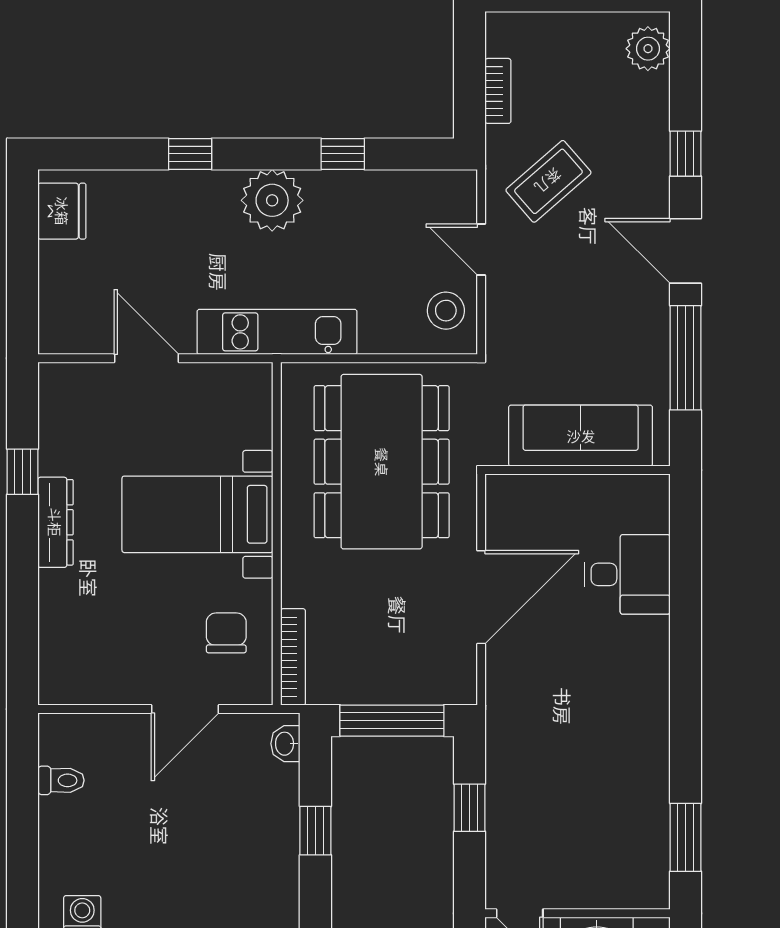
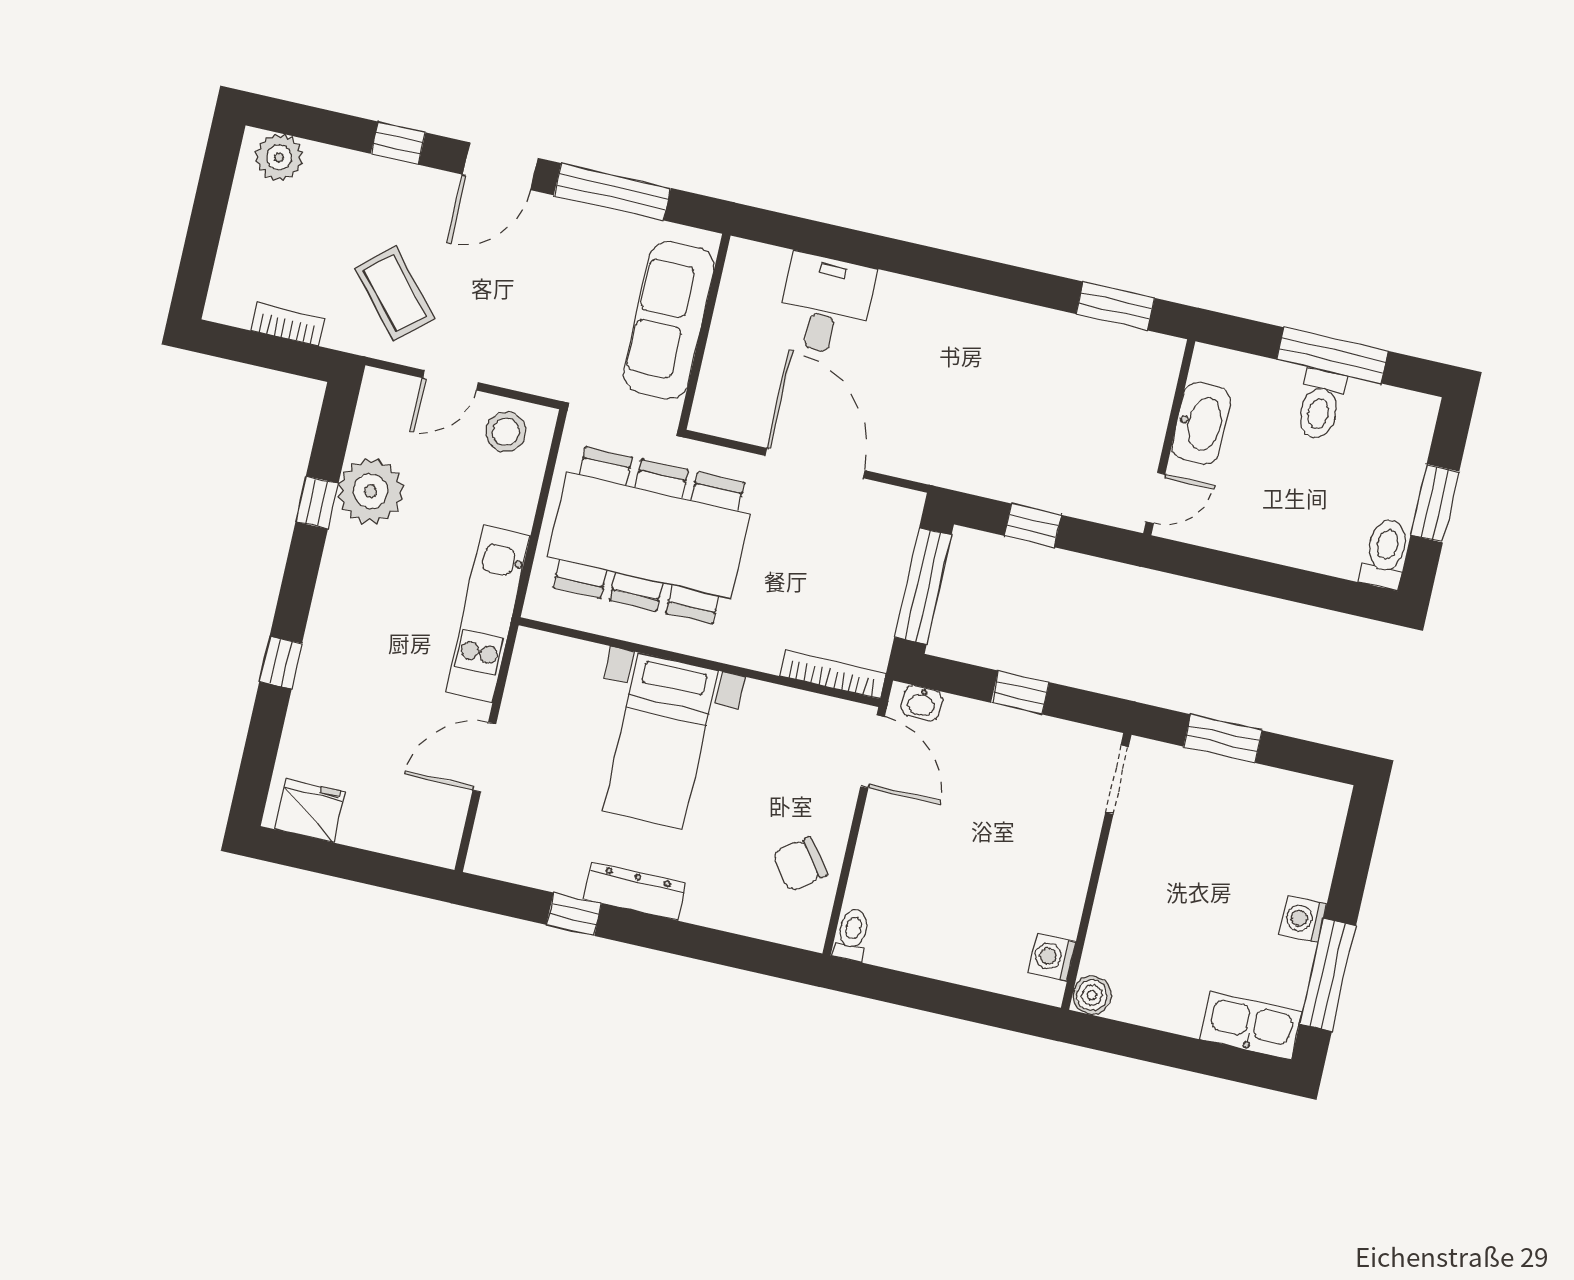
plant: (272, 200) -> (371, 491), moved
chair: (226, 633) -> (800, 864), moved, turned -37
door: (185, 709) -> (873, 752), moved
toilet: (61, 780) -> (852, 935), moved

